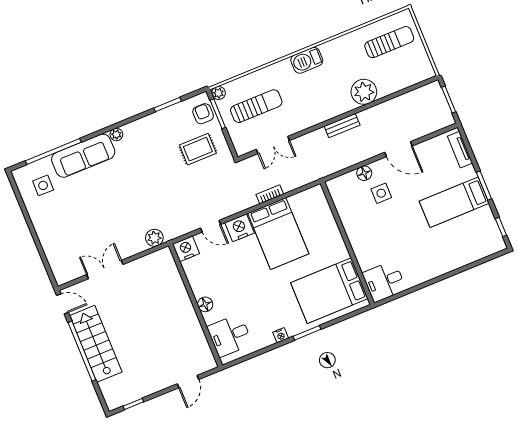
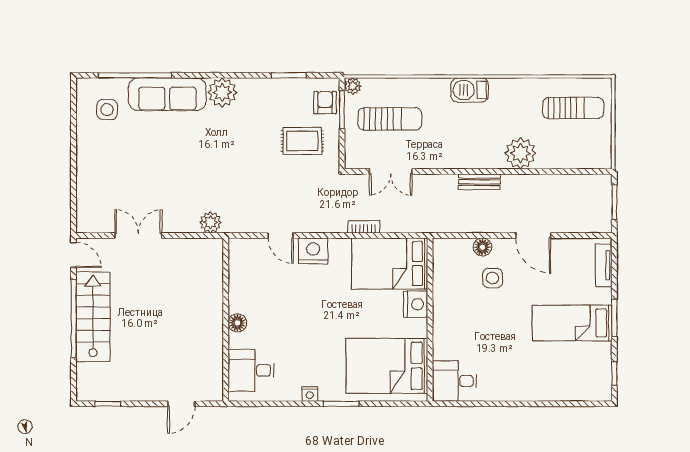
plant: (116, 135) -> (222, 92), width x1.88, depth x1.88
bed: (278, 234) -> (390, 264), moved, turned 90
nightstand: (186, 249) -> (416, 304), moved, turned 90

